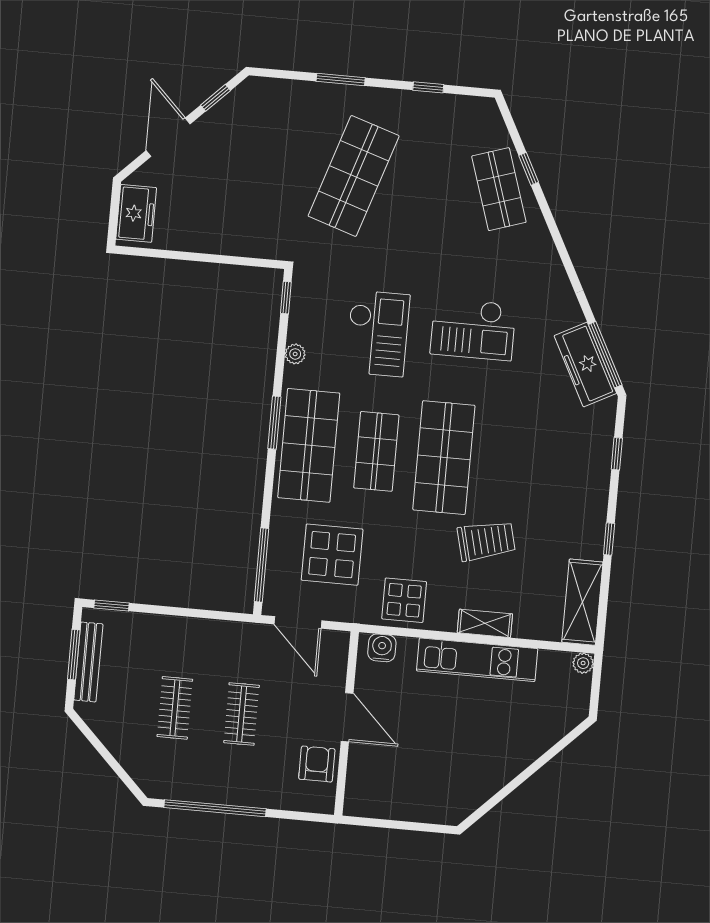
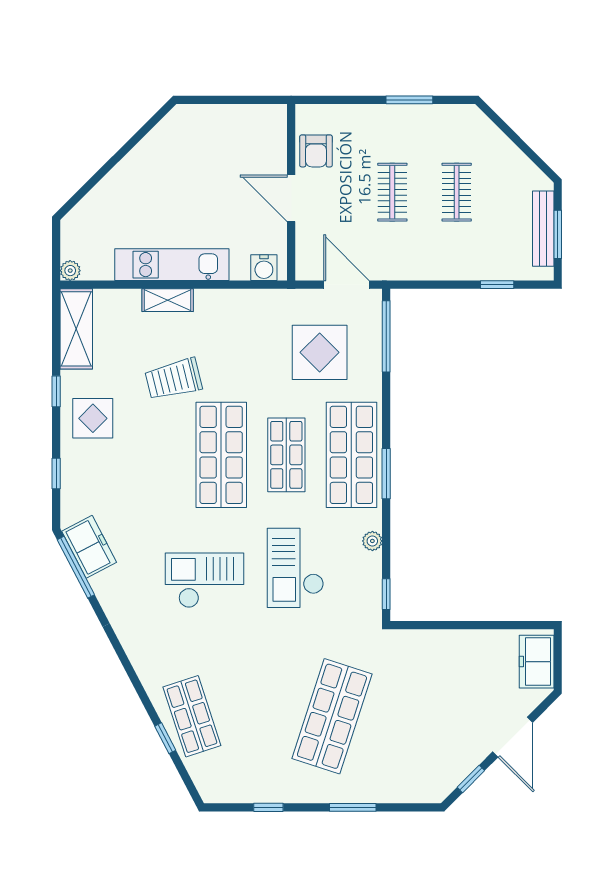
freezer: (585, 365) -> (89, 547), width x0.71
display table: (404, 600) -> (93, 418), moved
window: (112, 605) -> (497, 285), moved
window: (215, 808) -> (409, 100), width x0.47

